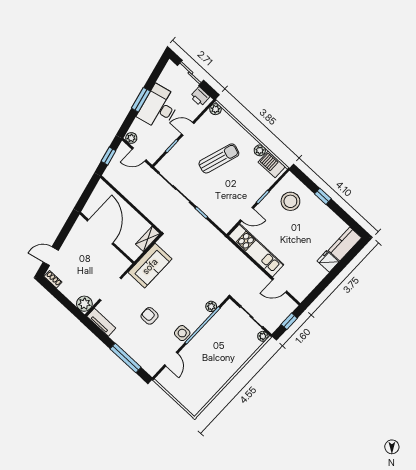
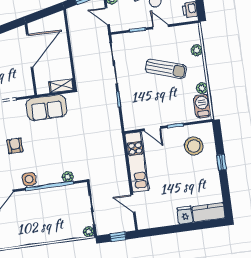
plant: (215, 109) -> (197, 50), moved

